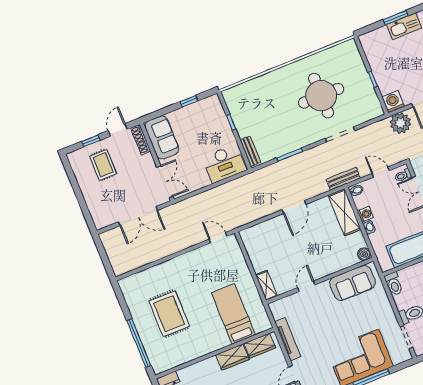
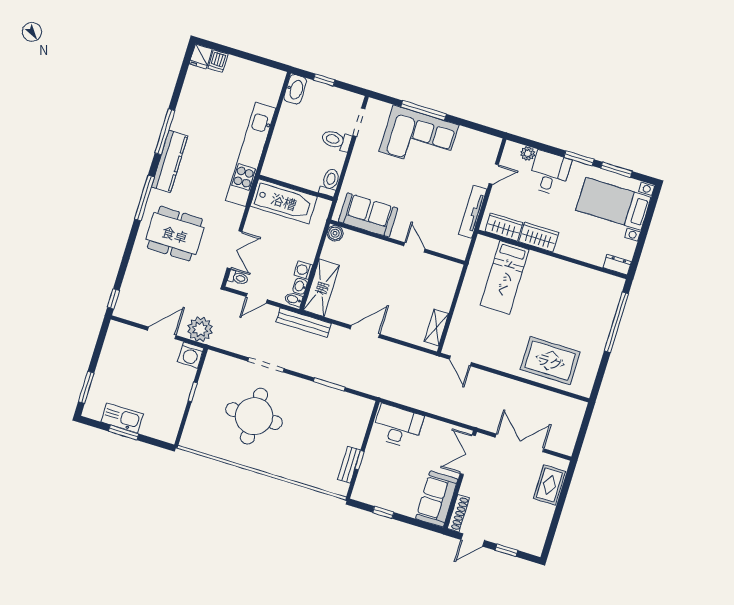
bench: (250, 151) -> (349, 465), moved
rug: (103, 165) -> (549, 485), moved
door: (381, 172) -> (257, 298), hinge flipped
bench: (343, 179) -> (304, 323), width x1.36
washbasin: (369, 227) -> (300, 286), moved
shelving: (266, 285) -> (436, 327), moved
door: (306, 286) -> (414, 247), swing flipped
rug: (169, 314) -> (550, 361), moved, turned 90

